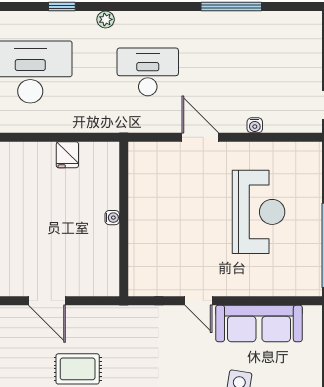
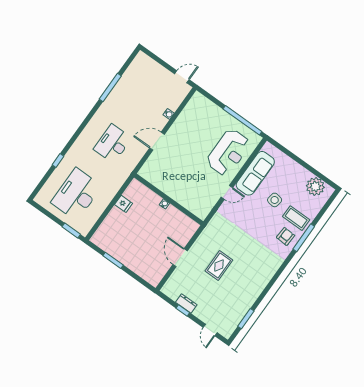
plant: (106, 19) -> (77, 146), removed
reception desk: (259, 212) -> (228, 152), moved, turned 90
door: (47, 301) -> (180, 258), swing flipped

